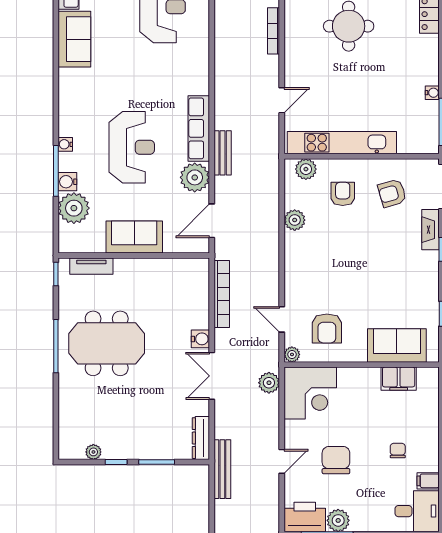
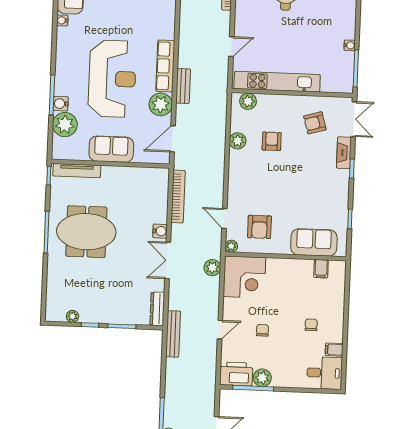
water cooler: (65, 144) -> (62, 20), moved
reception desk: (132, 147) -> (112, 79), width x1.36, depth x1.30
armchair: (343, 194) -> (272, 141), moved
tv unit: (91, 266) -> (77, 171), width x1.41
filing cabinet: (399, 379) -> (321, 269), width x0.50
chair: (336, 460) -> (262, 330), width x0.54, depth x0.54

